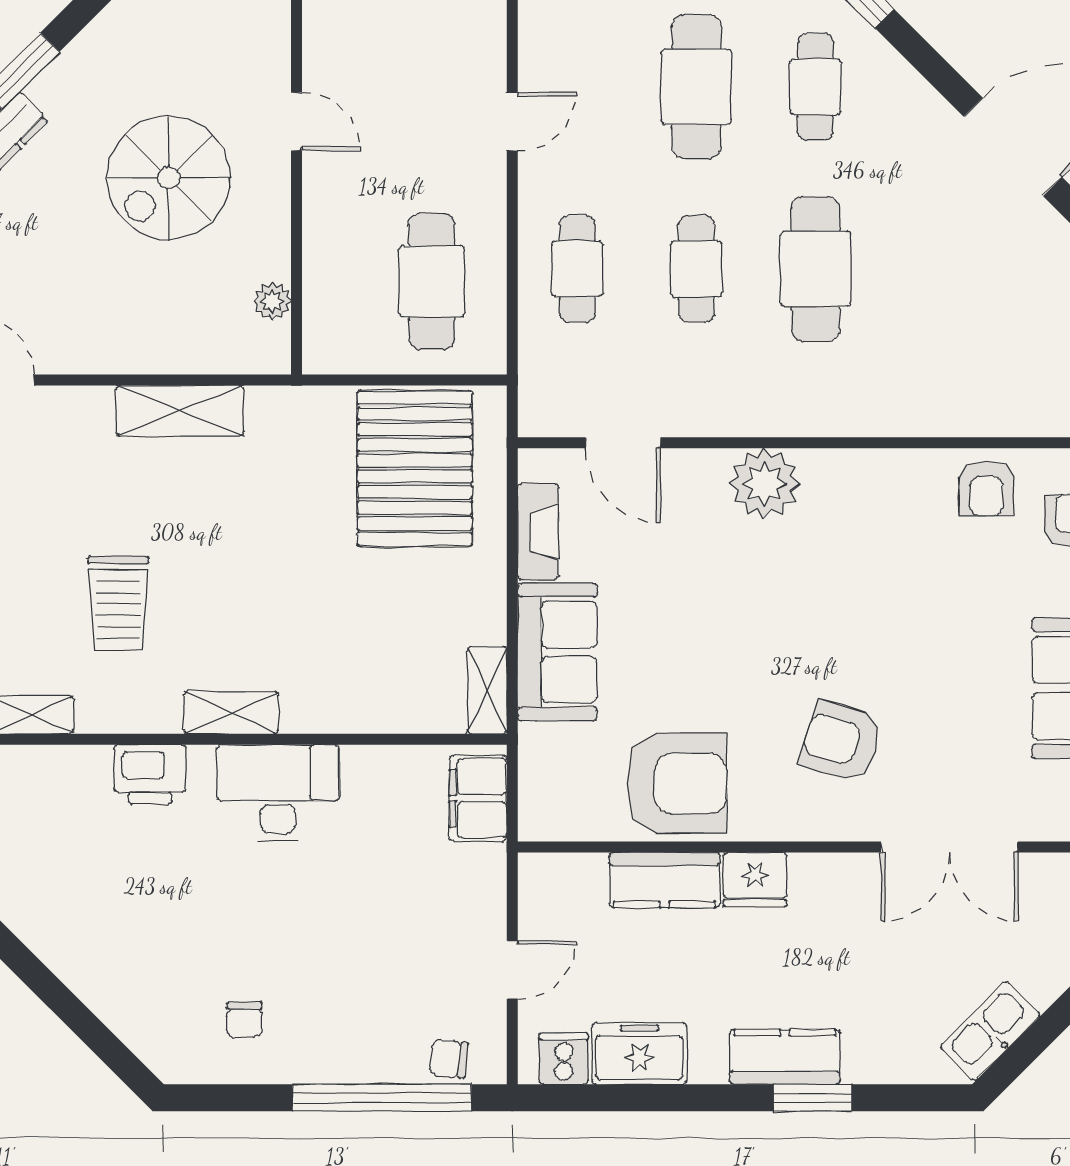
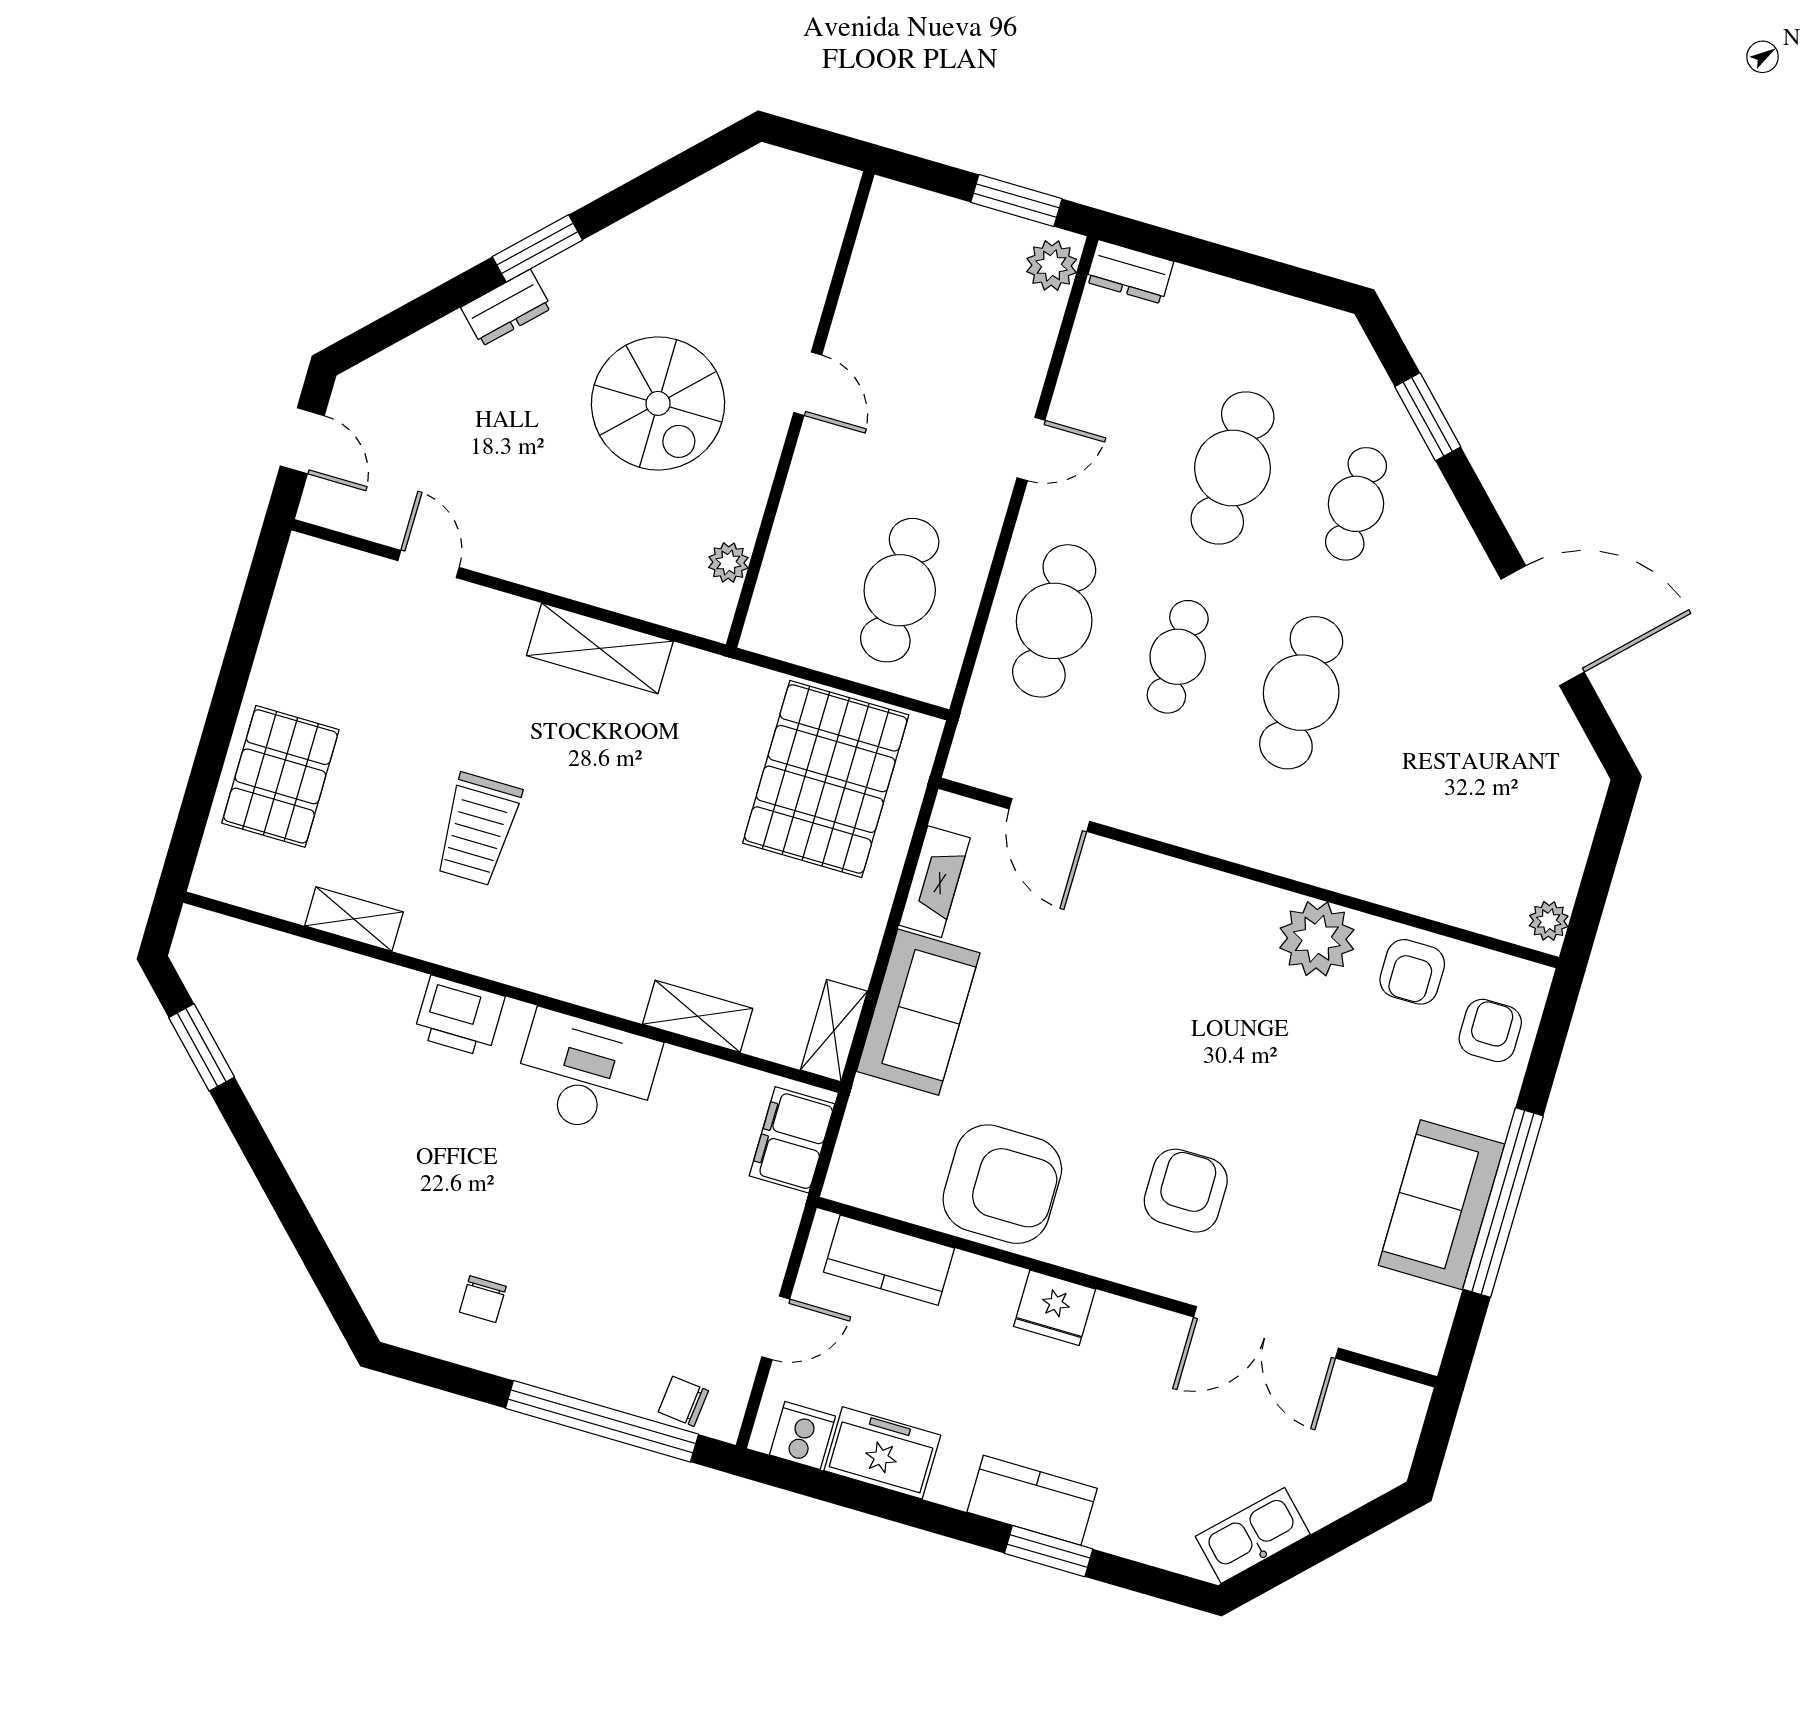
spiral stairs: (169, 178) -> (658, 403), turned -90
cafe table: (577, 269) -> (1054, 621), width x1.37, depth x1.35
plant: (764, 484) -> (1317, 939), moved
shelving: (231, 713) -> (698, 1016), moved
armchair: (841, 742) -> (1186, 1191), turned 73
kitchen counter: (664, 880) -> (889, 1260), moved

